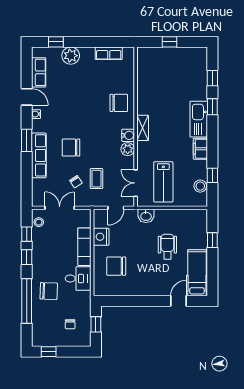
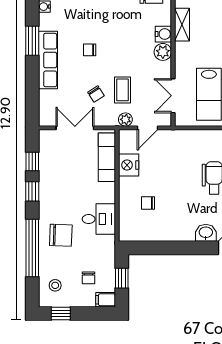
chair: (71, 148) -> (90, 50), width x0.54, depth x0.54
plant: (99, 201) -> (125, 119), added
washbasin: (146, 216) -> (206, 233), moved, turned 180
stool: (39, 222) -> (55, 285), moved
exam couch: (84, 247) -> (107, 157), moved
chair: (116, 266) -> (148, 203), width x0.54, depth x0.54
filing cabinet: (83, 341) -> (106, 300), added

